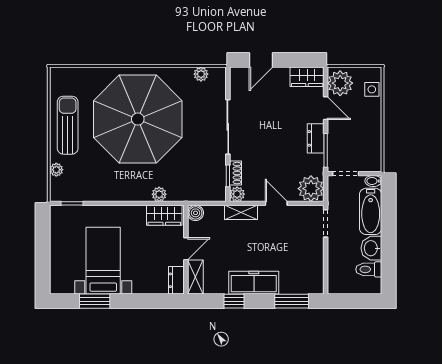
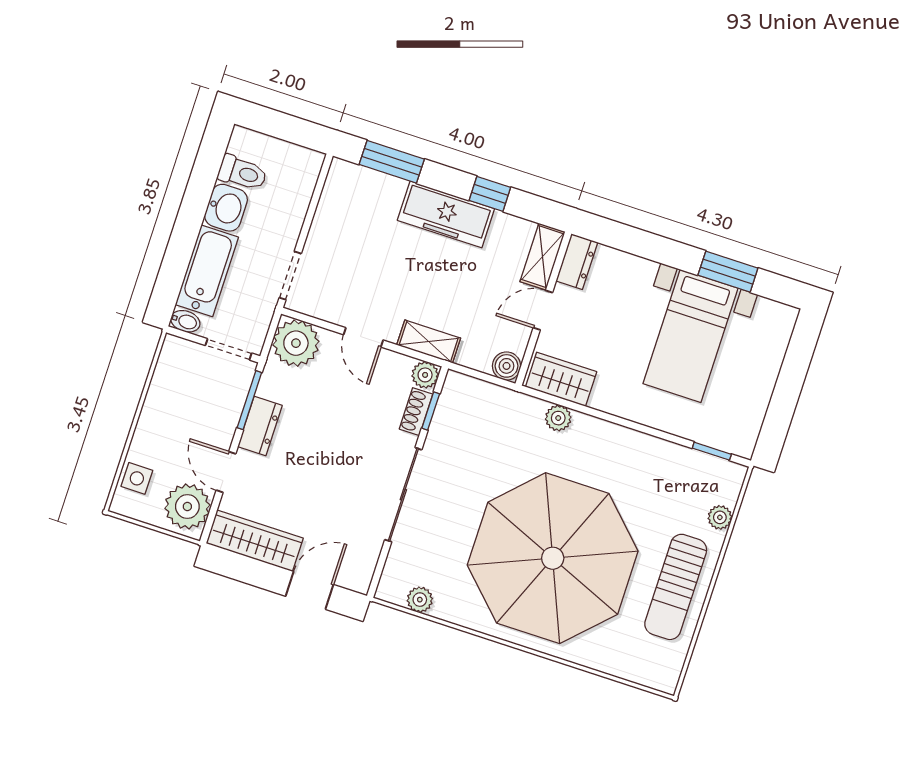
wardrobe: (307, 77) -> (255, 541), width x1.50

